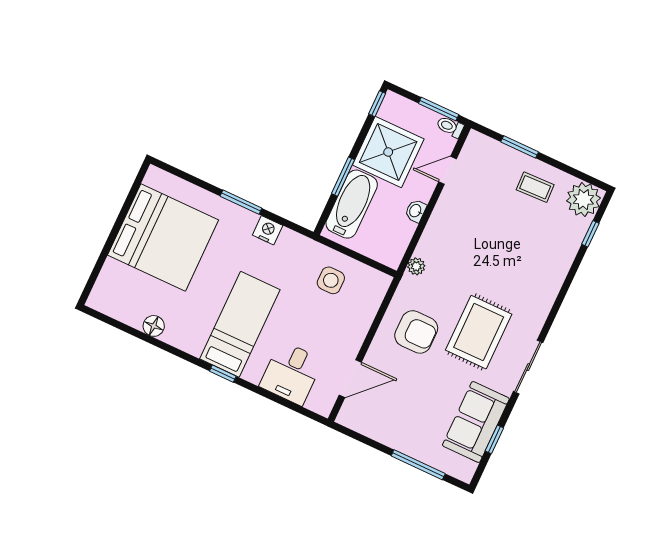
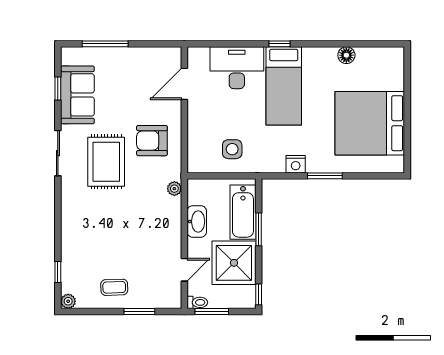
plant: (583, 199) -> (68, 301), width x0.53, depth x0.53
washbasin: (416, 211) -> (197, 221), width x1.91, depth x1.45
desk: (291, 373) -> (237, 68), width x1.37

